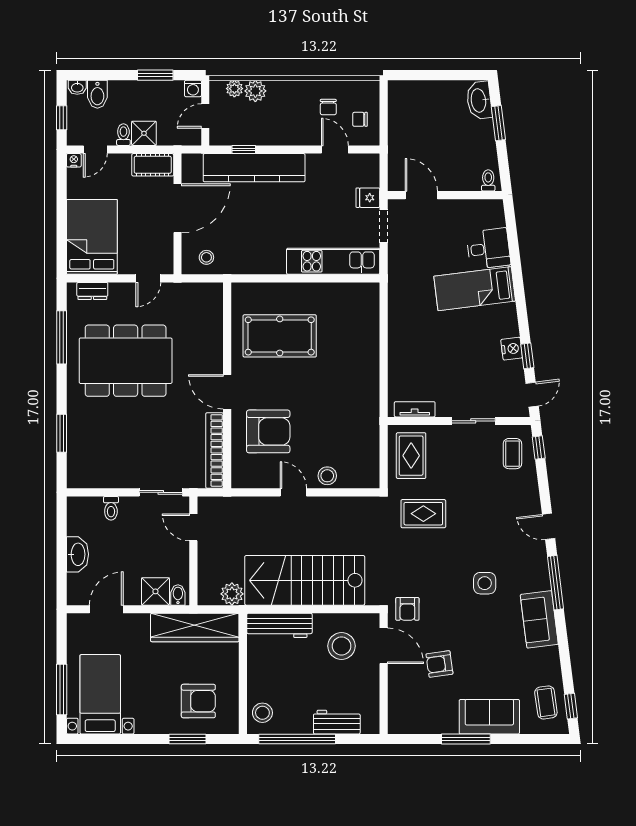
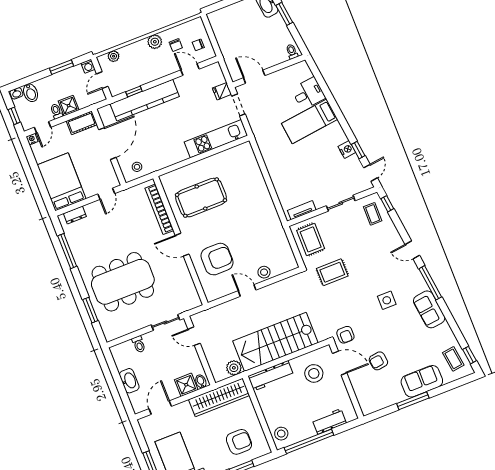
plant: (255, 91) -> (155, 42), moved
dining table: (126, 361) -> (123, 282), moved
bookcase: (214, 450) -> (159, 209), moved

